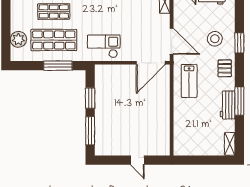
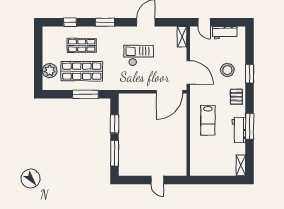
checkout: (104, 46) -> (139, 55), moved
lab bench: (189, 81) -> (208, 120), moved

